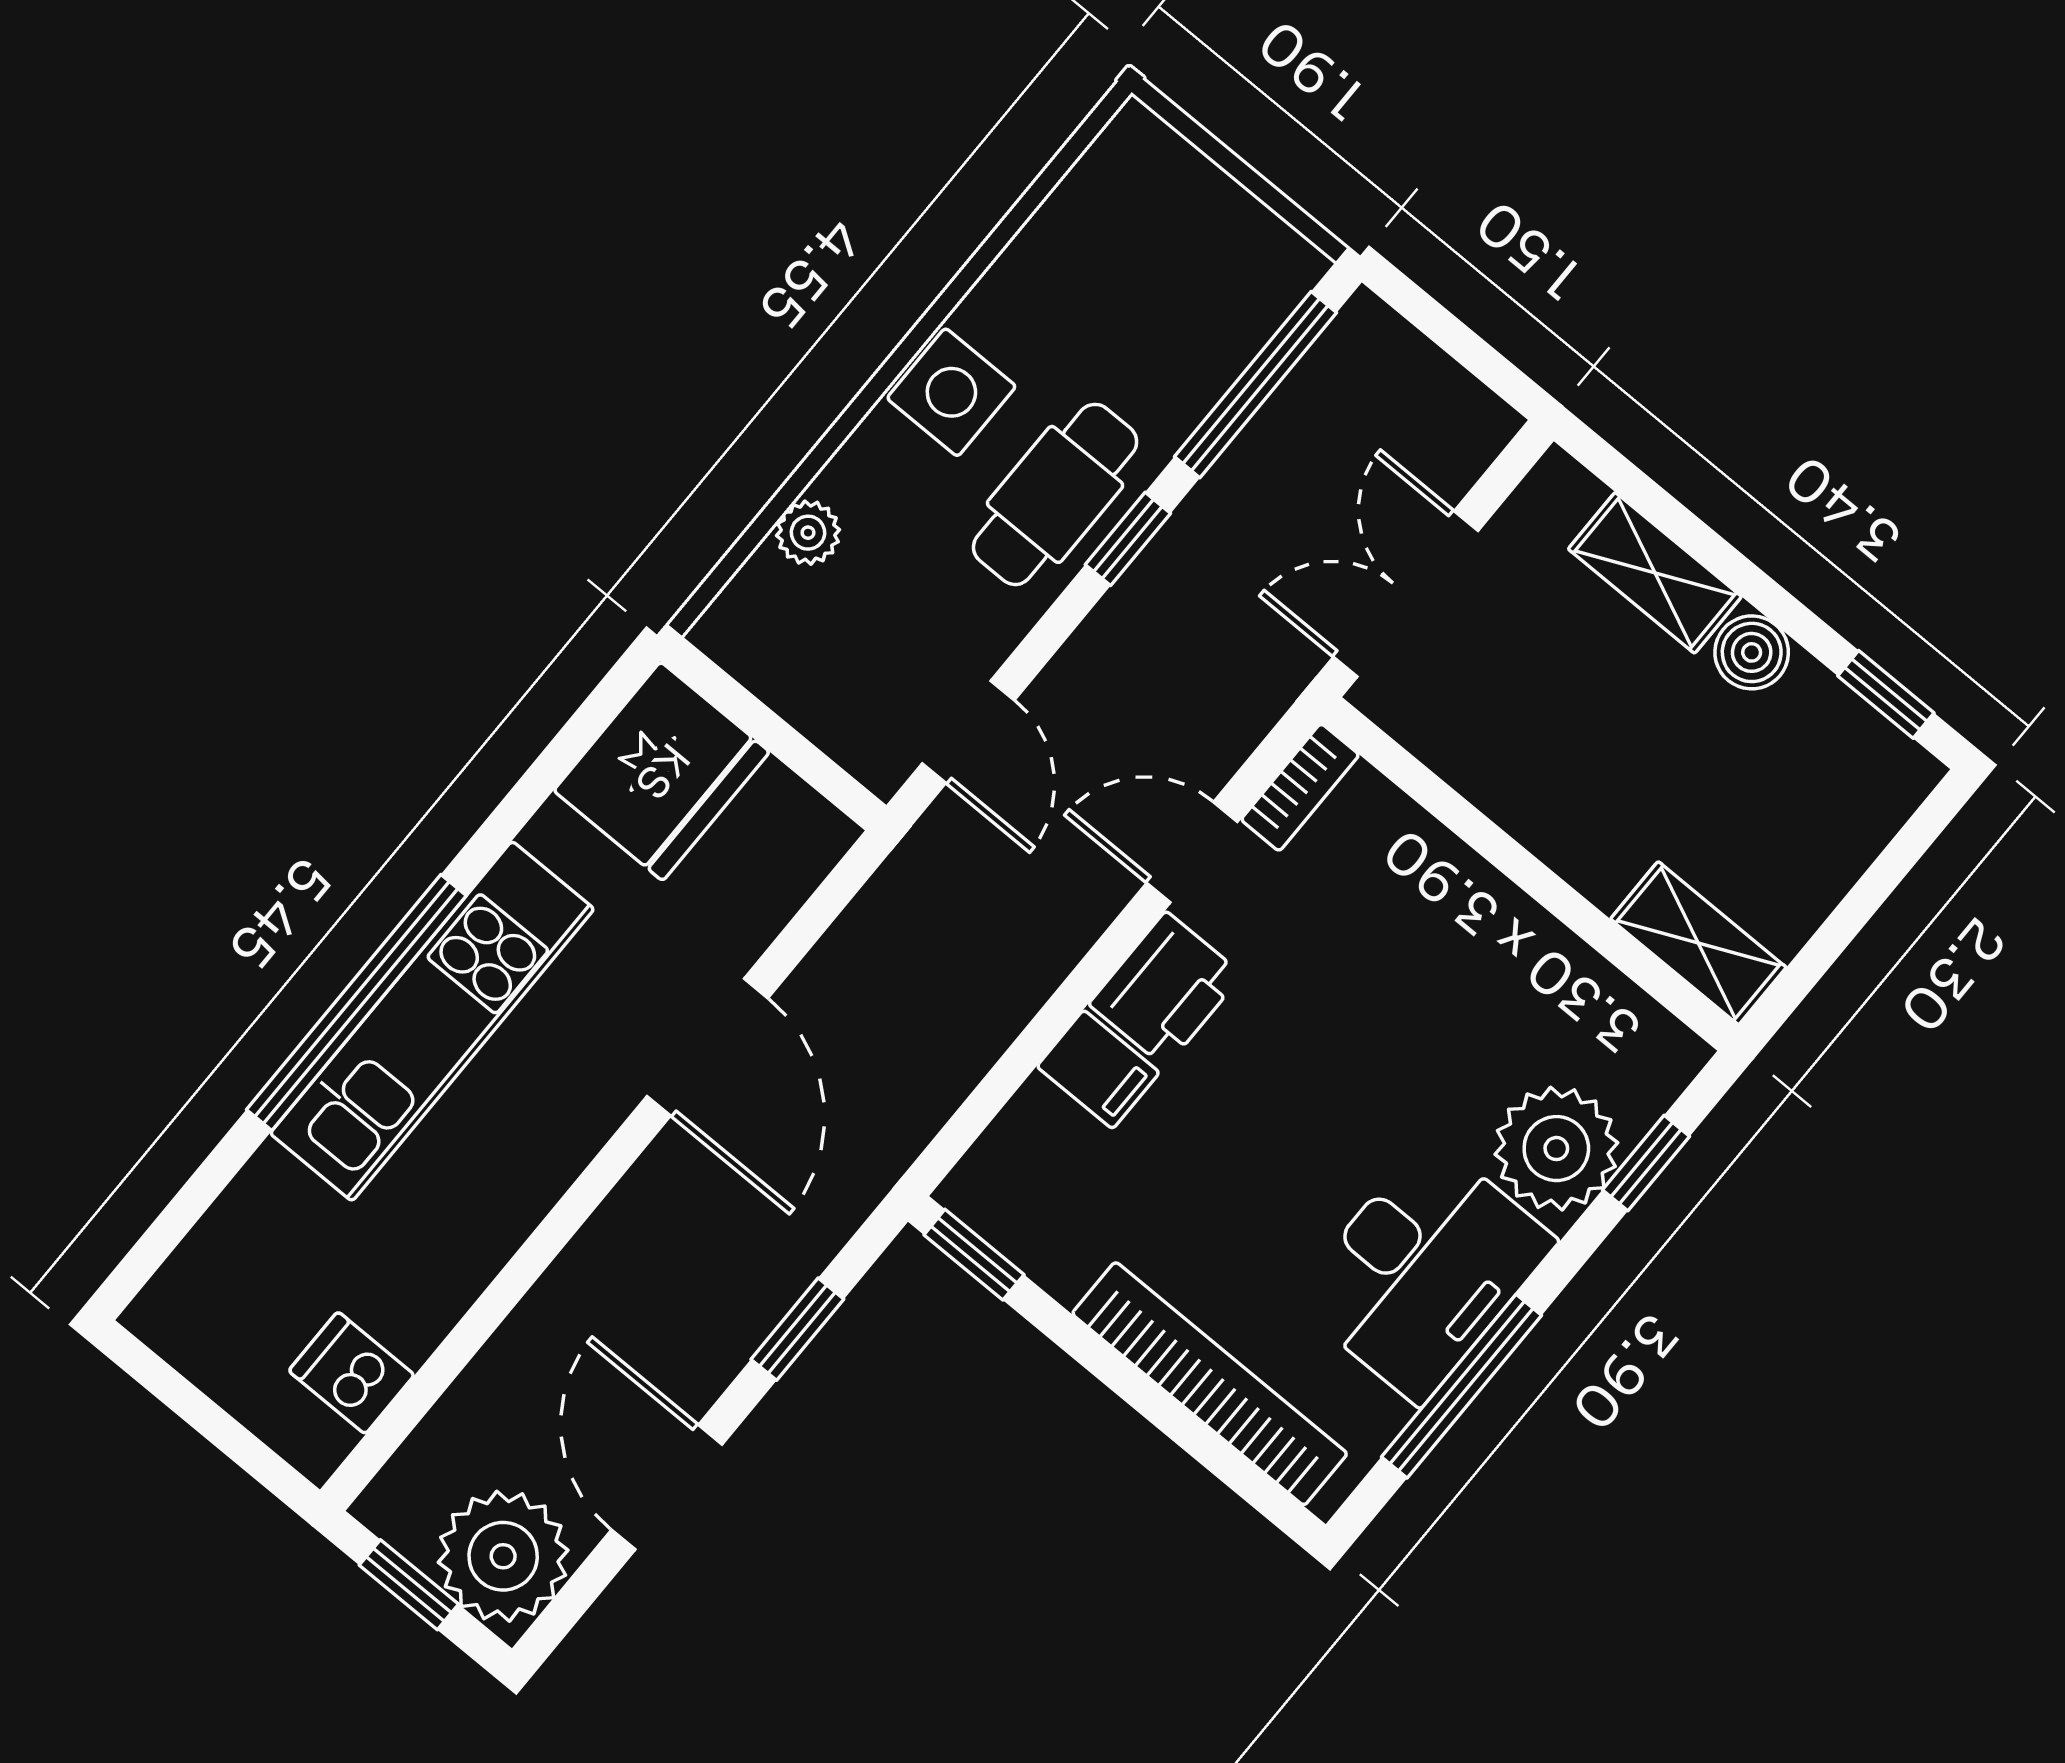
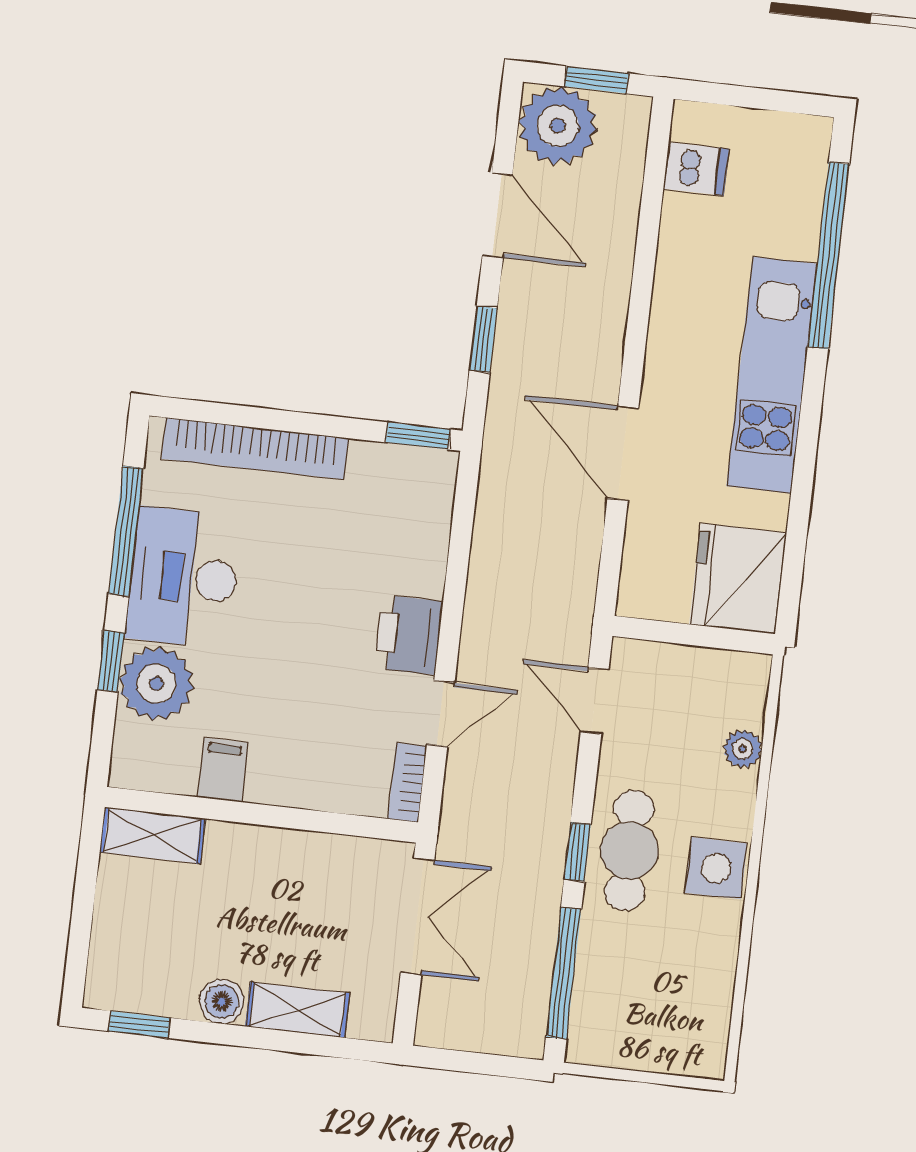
window: (356, 1003) -> (828, 256), moved
filing cabinet: (1098, 1069) -> (223, 770), moved, turned 90
window: (1646, 1163) -> (111, 661), moved

